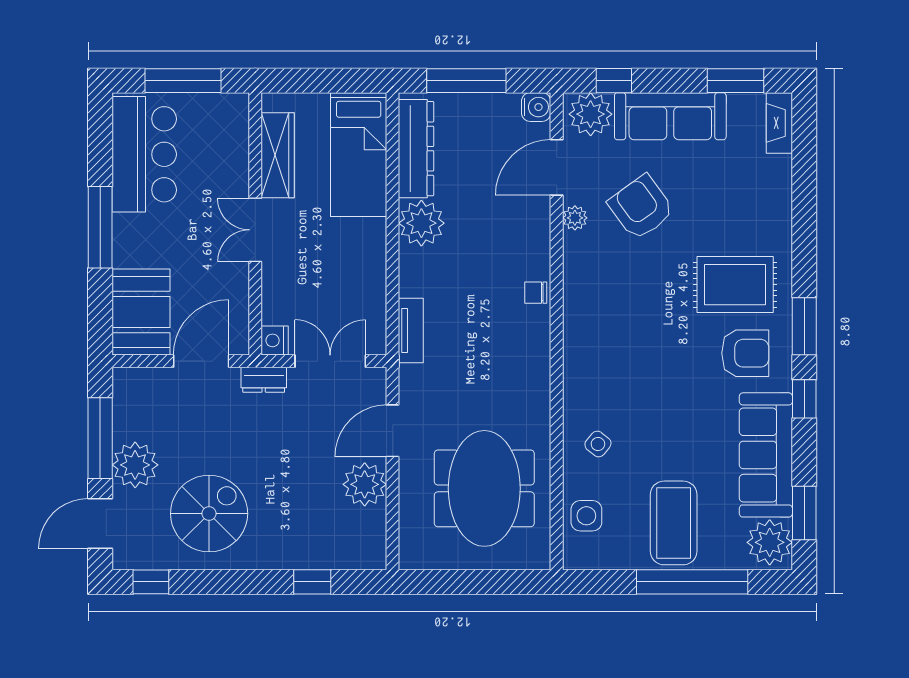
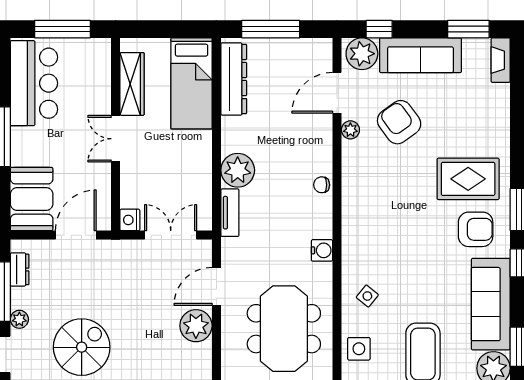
water cooler: (536, 107) -> (322, 250), moved
plant: (421, 223) -> (238, 170), moved
dresser: (264, 380) -> (20, 269), moved, turned -90
plant: (135, 465) -> (19, 319), width x0.53, depth x0.53

